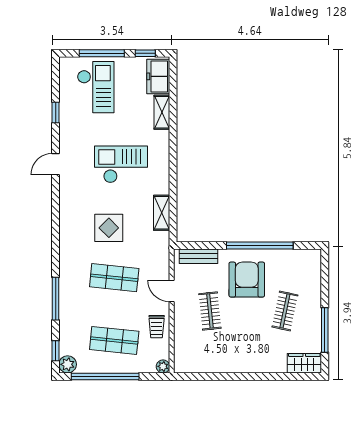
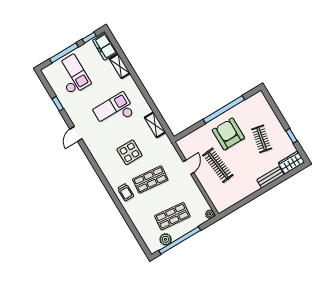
bench: (198, 256) -> (270, 177), moved
door: (172, 291) -> (188, 167), swing flipped
window: (56, 299) -> (123, 212), removed
clothes rail: (210, 311) -> (218, 165), width x1.36
trolley: (157, 327) -> (126, 192), moved
window: (325, 330) -> (292, 136), width x0.46
window: (56, 351) -> (142, 243), removed
plant: (68, 364) -> (166, 239), moved

